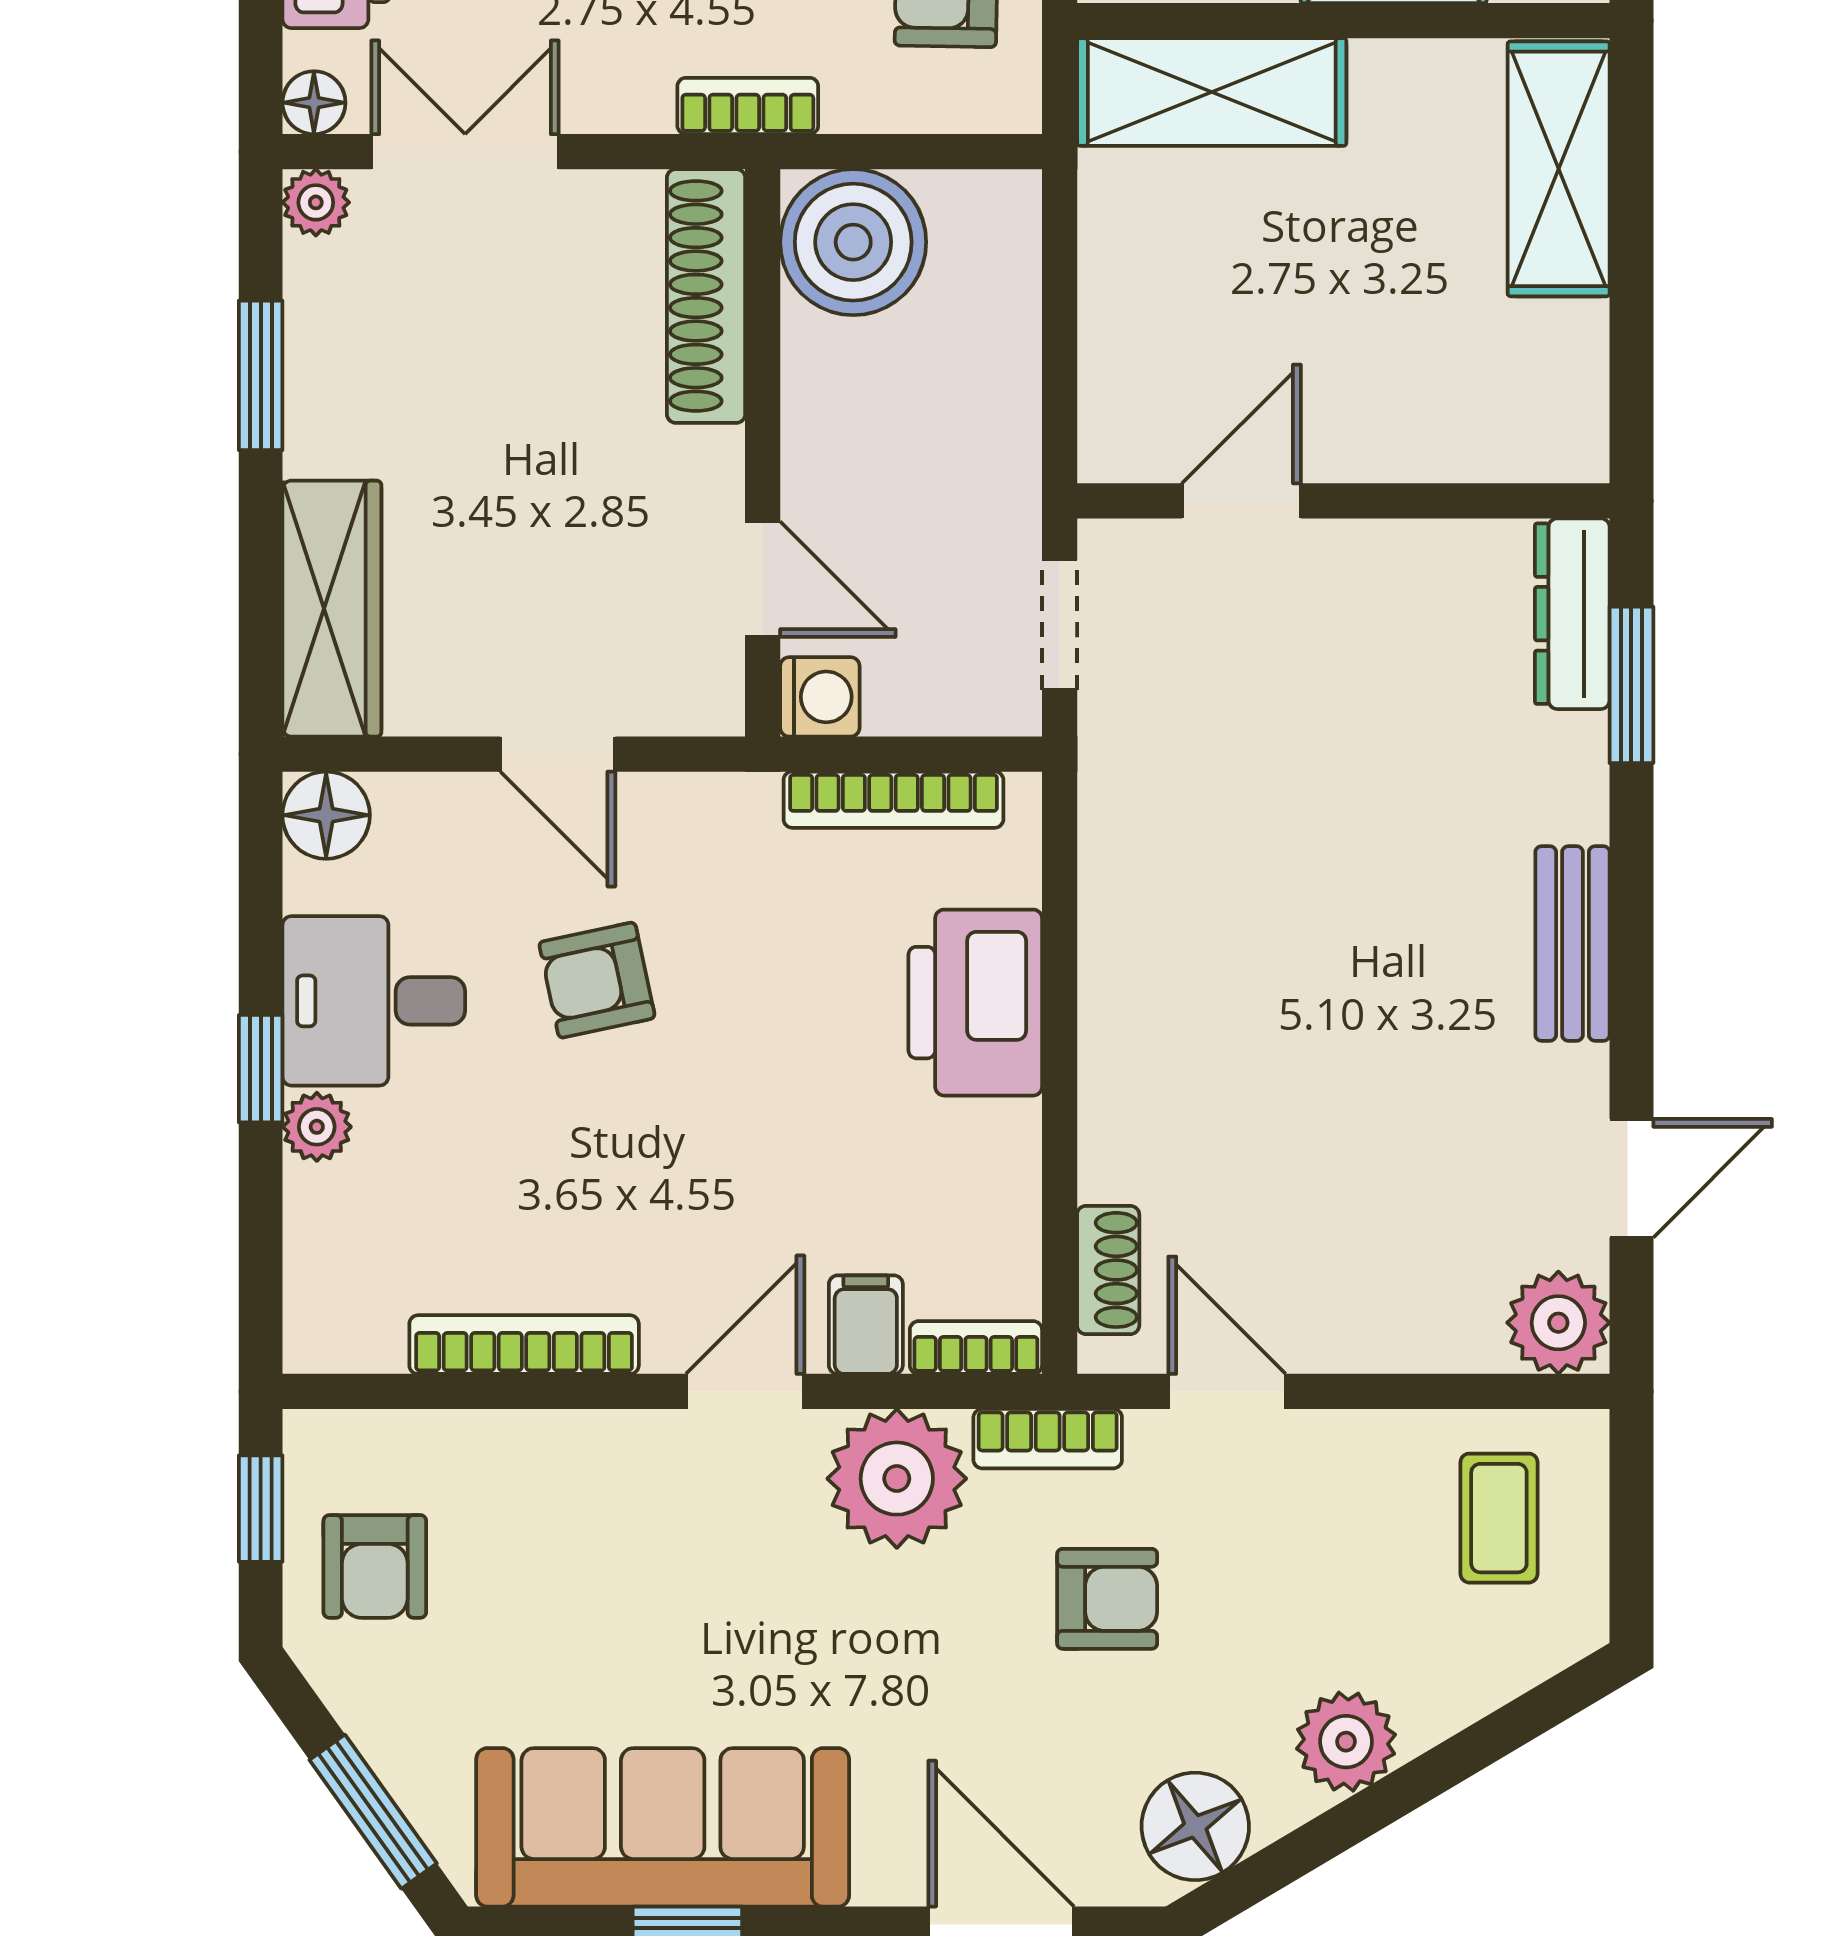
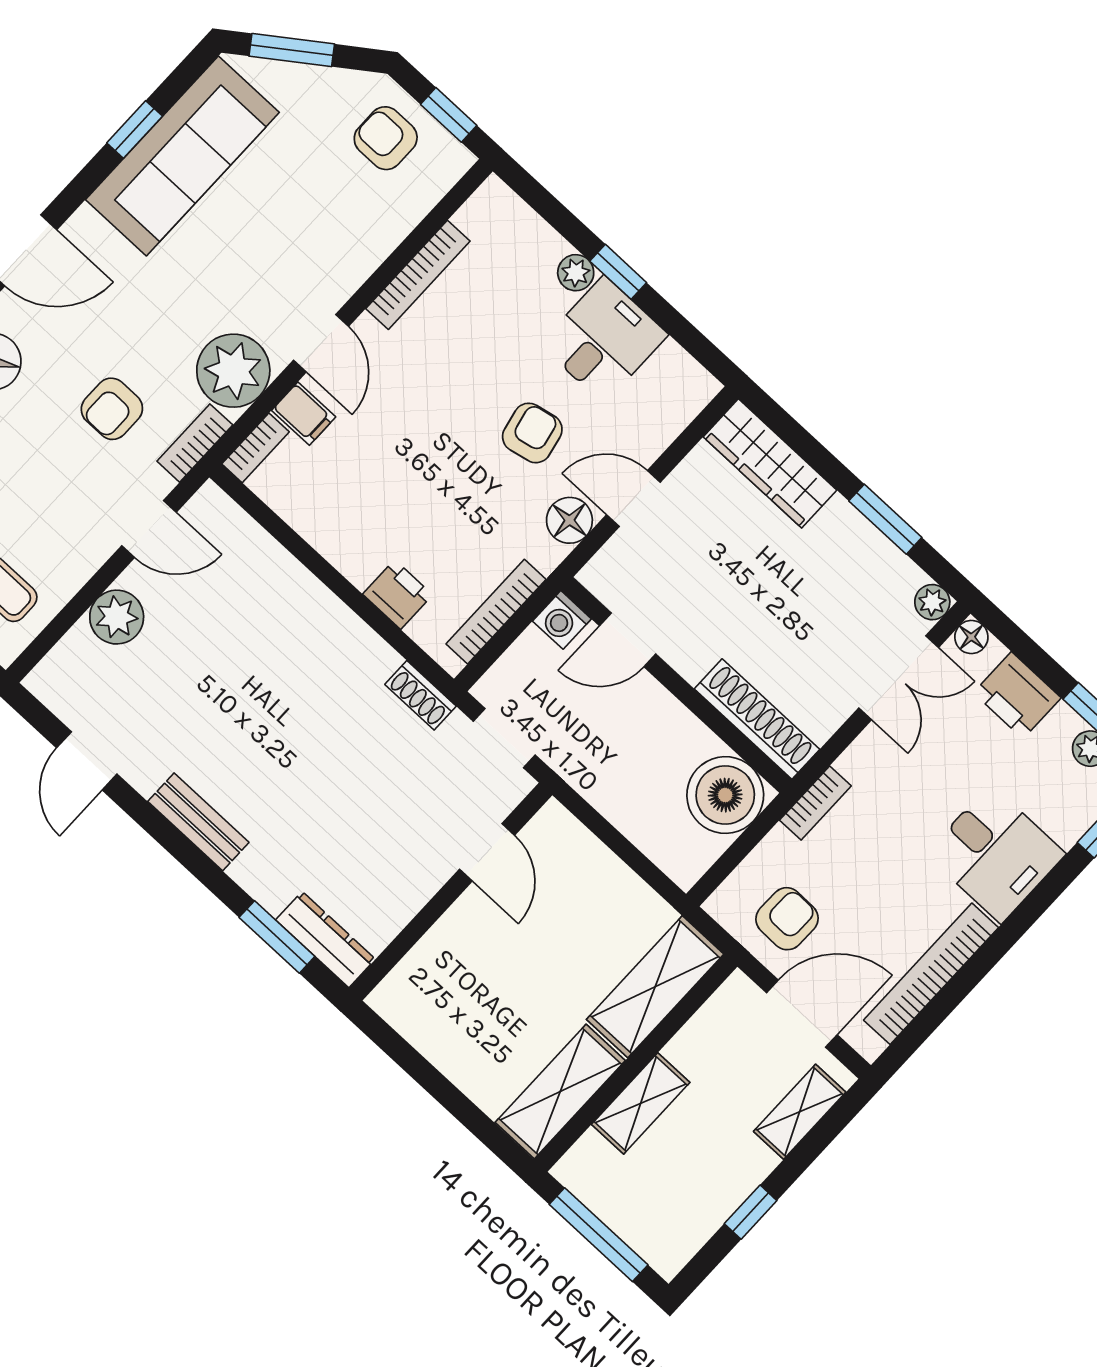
shelving: (1559, 169) -> (560, 1091), moved, turned 90
floor lamp: (326, 815) -> (569, 520), moved
printer: (975, 1003) -> (398, 595), width x0.53, depth x0.68
shoe rack: (1108, 1270) -> (420, 695), moved
plant: (1558, 1323) -> (117, 617), moved

